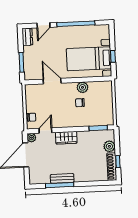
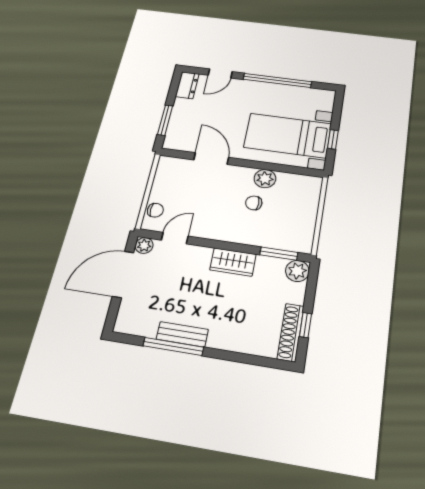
wardrobe: (66, 138) -> (233, 262), moved
plant: (109, 146) -> (297, 271), moved

